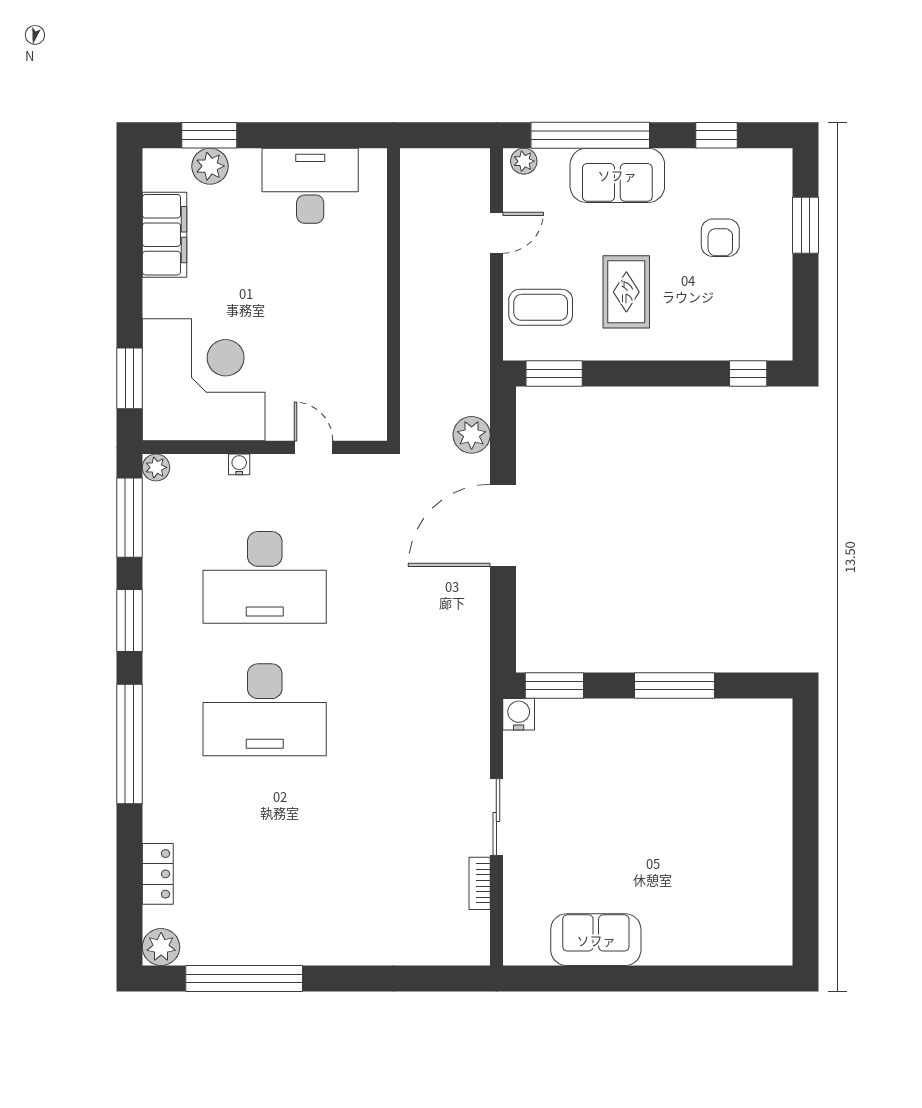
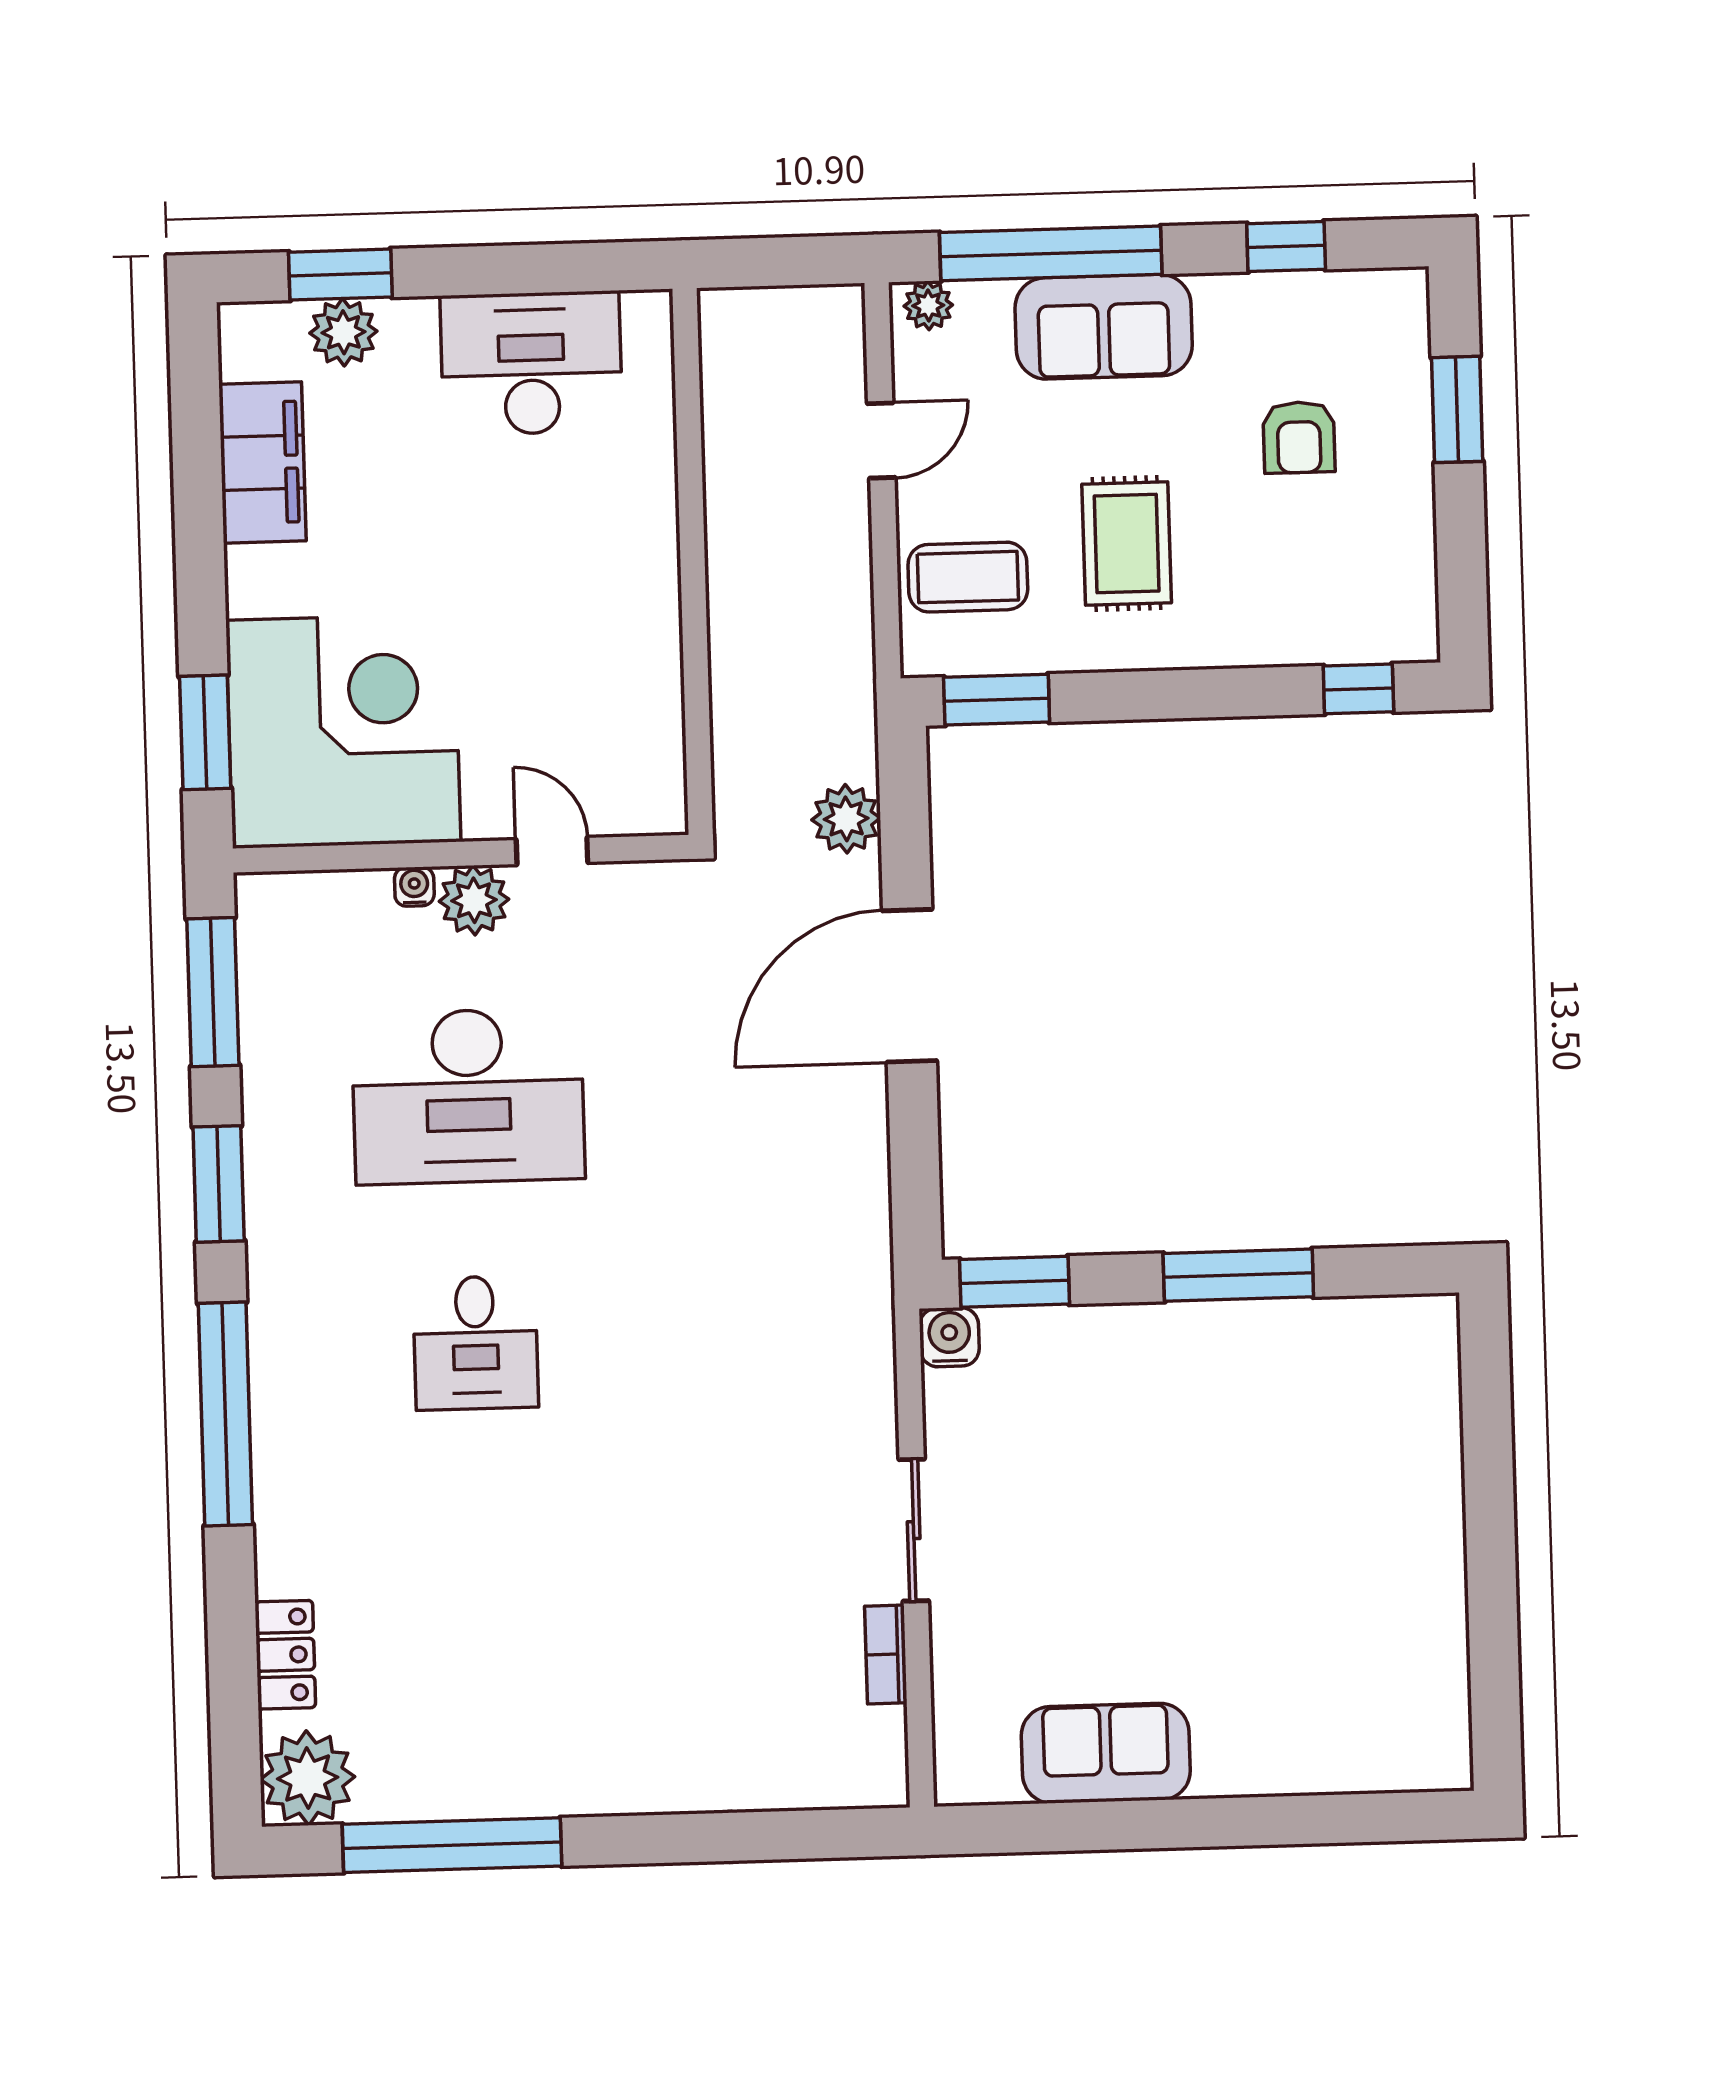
plant: (156, 467) -> (474, 900), moved, width x1.38, depth x1.38
desk: (265, 710) -> (476, 1343), width x0.53, depth x0.77
plant: (161, 947) -> (308, 1778), width x1.36, depth x1.36

